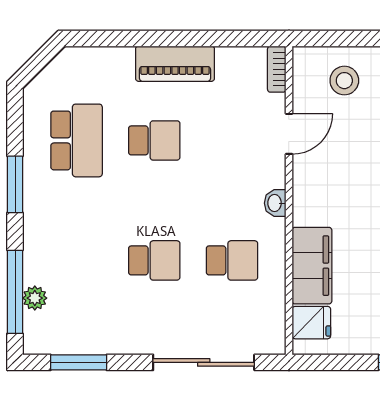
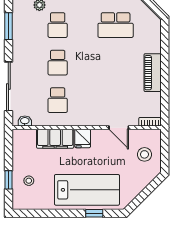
school desk: (154, 140) -> (58, 25), moved
washbasin: (275, 203) -> (25, 121), moved
fridge: (311, 323) -> (83, 138), moved

